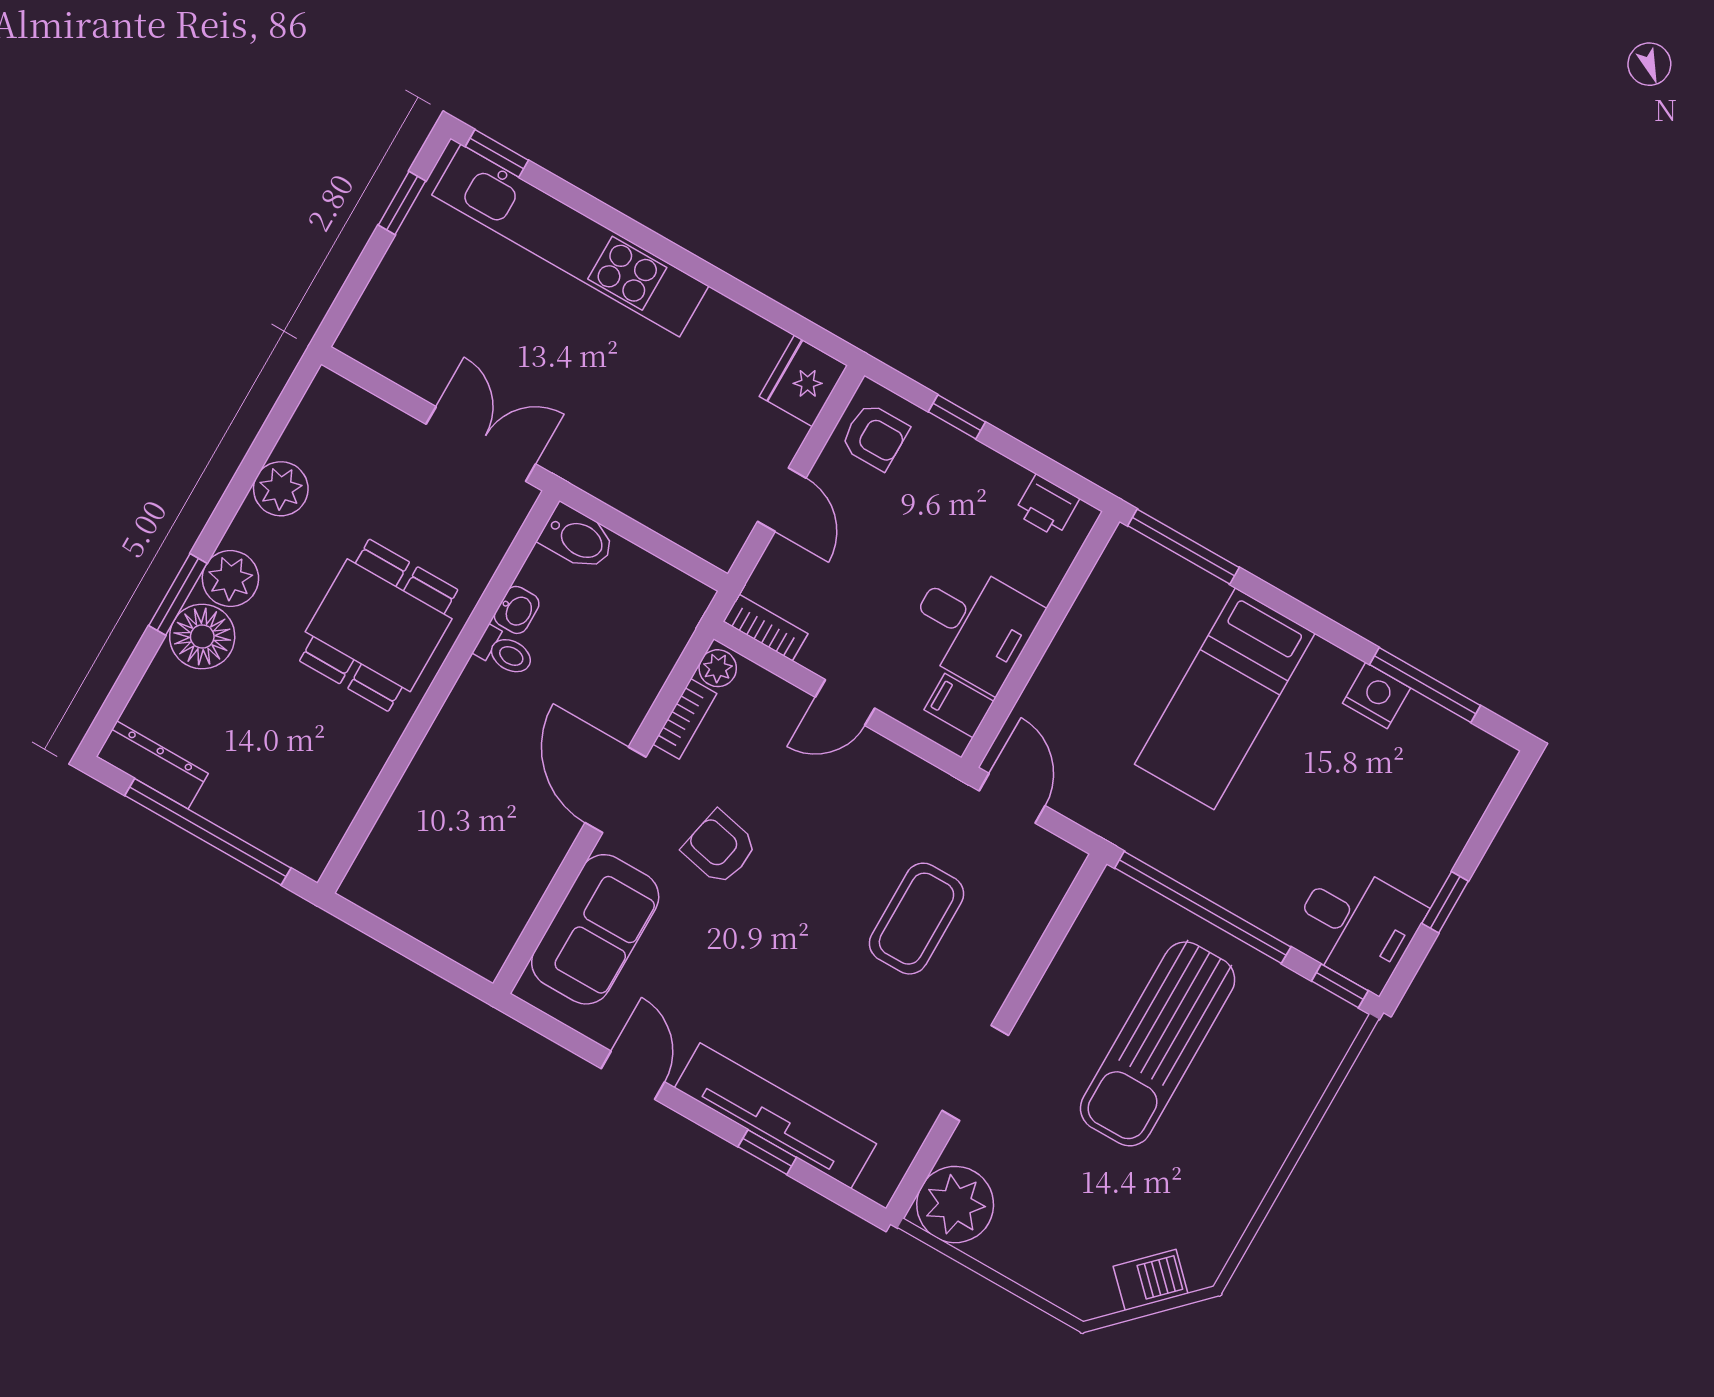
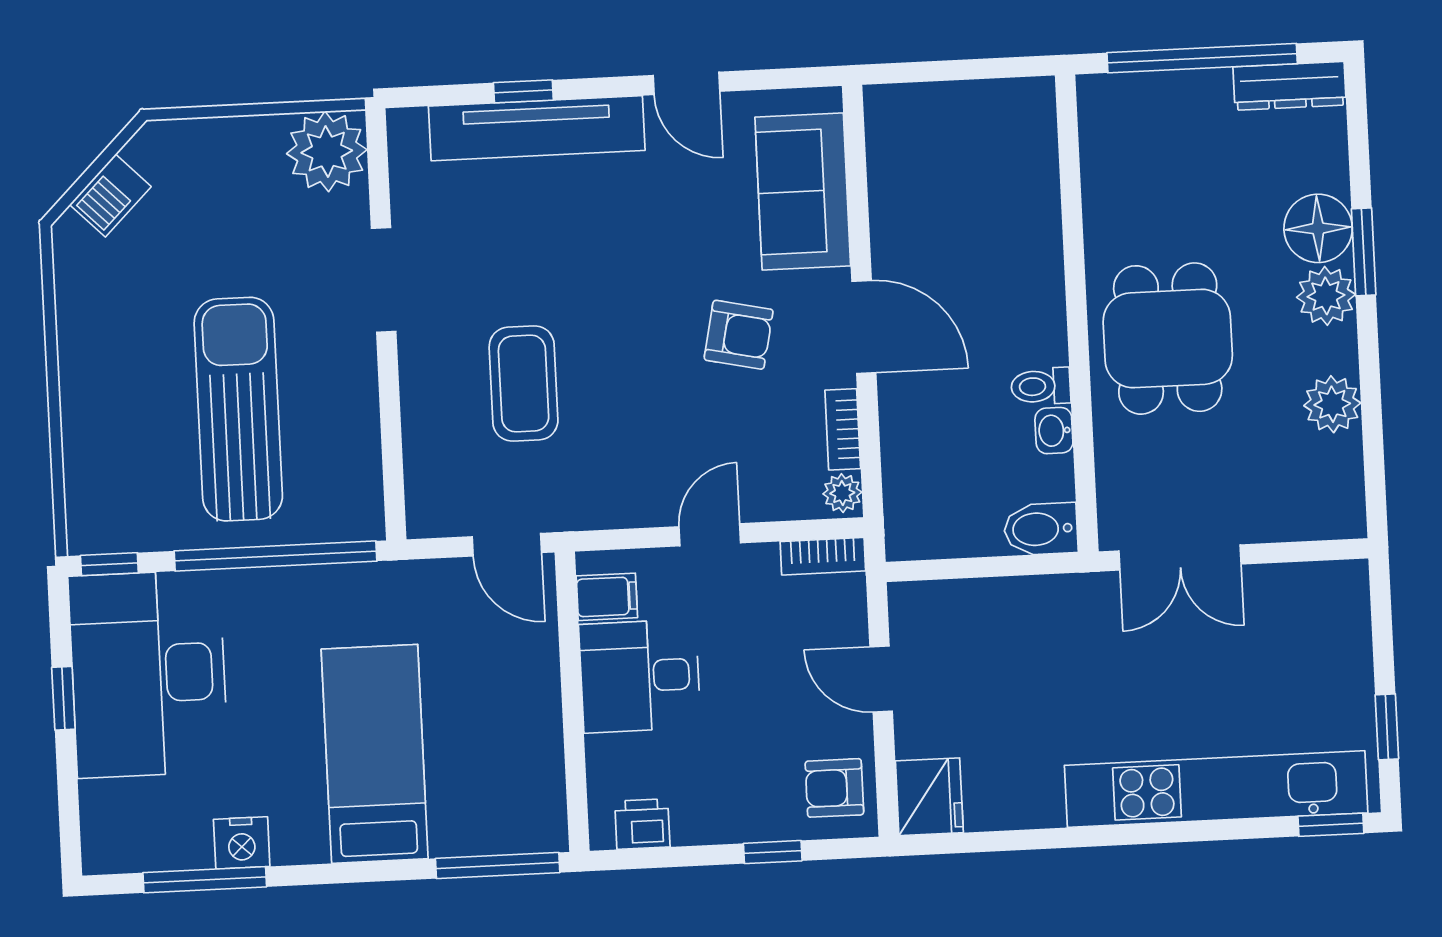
desk: (1357, 926) -> (148, 674), width x1.87, depth x1.30

